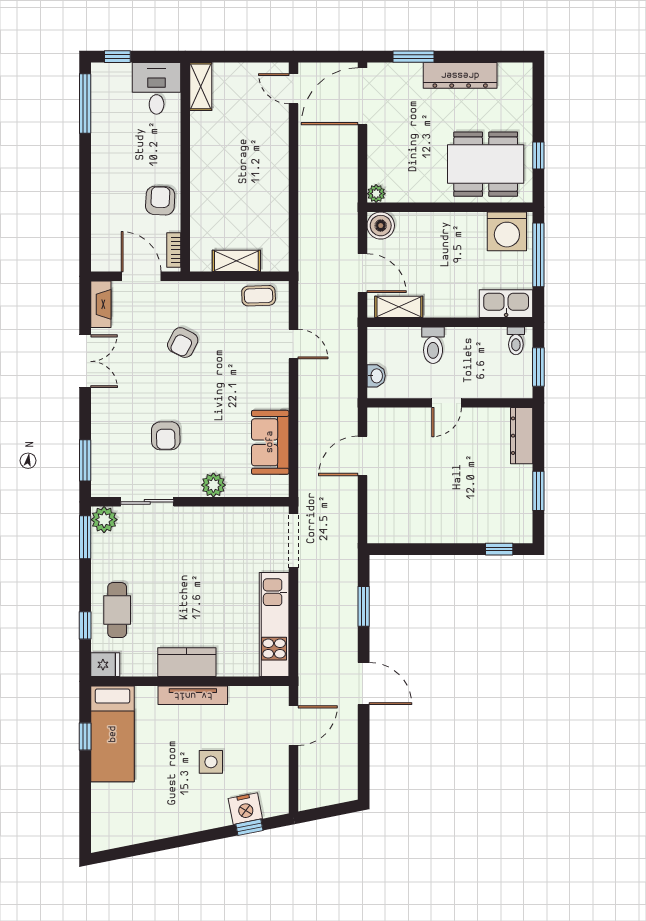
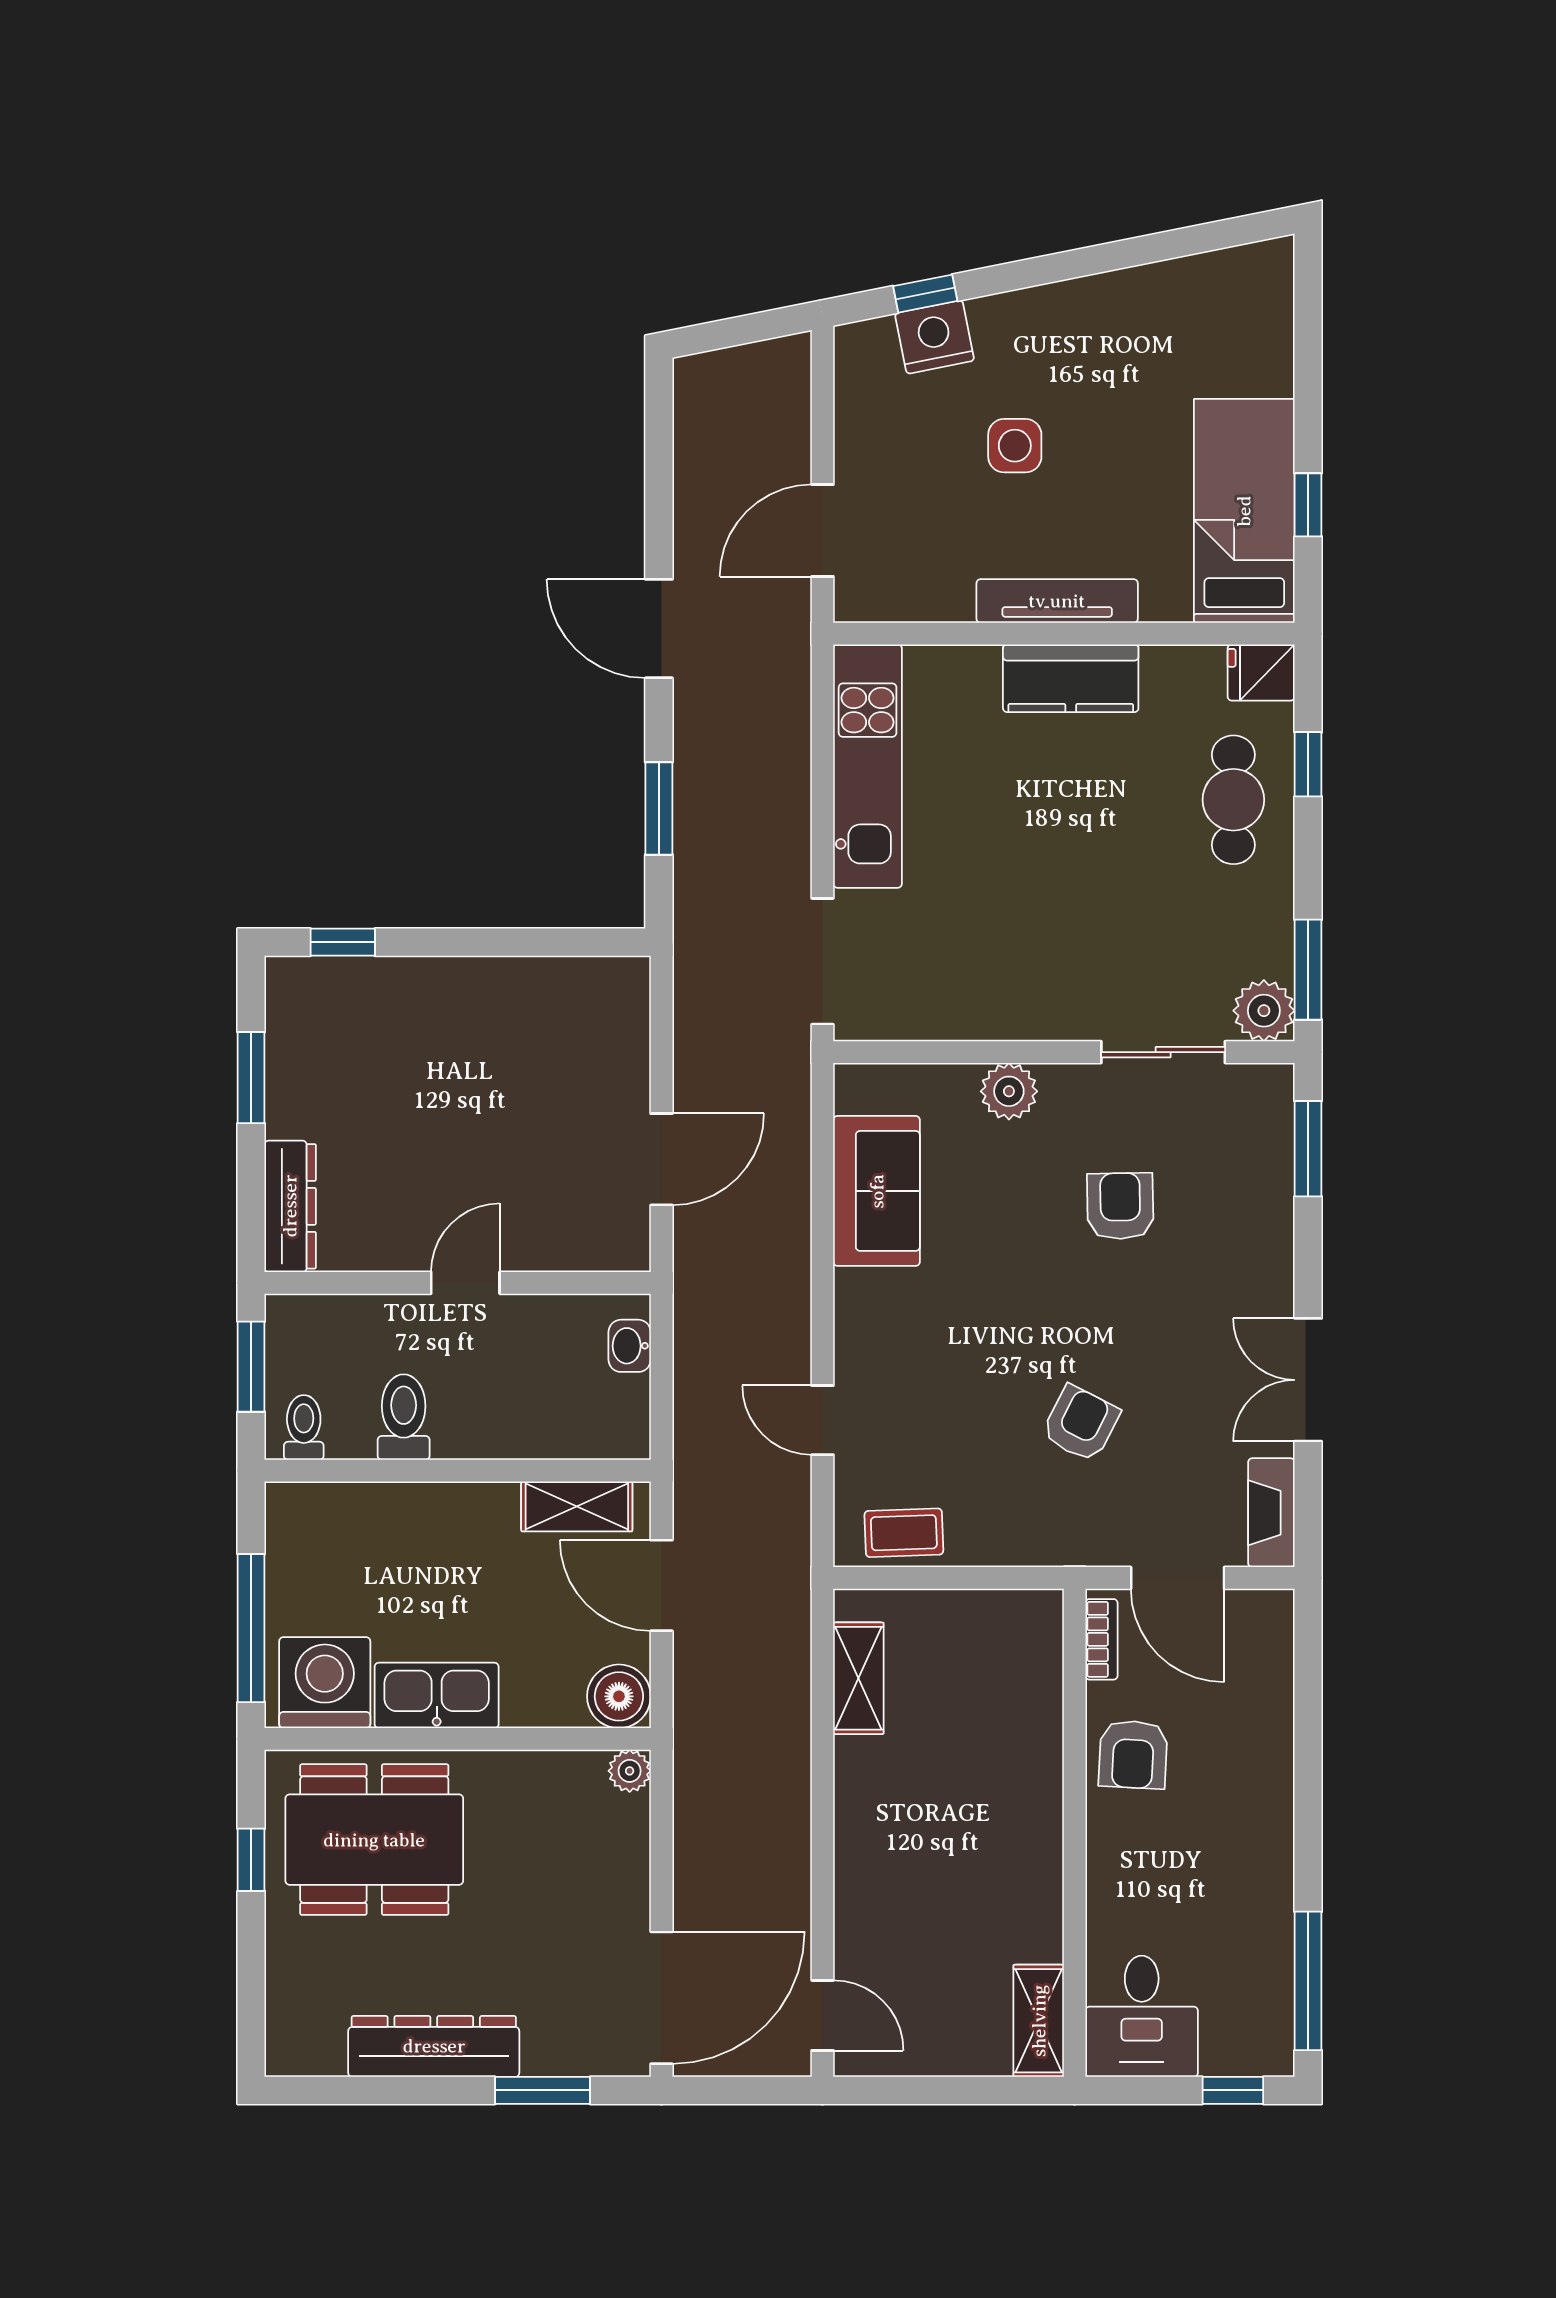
shelving: (236, 261) -> (858, 1678), moved, turned 90
kitchen sink: (506, 304) -> (437, 1695), moved, turned 180
toilet: (433, 345) -> (404, 1417), moved

